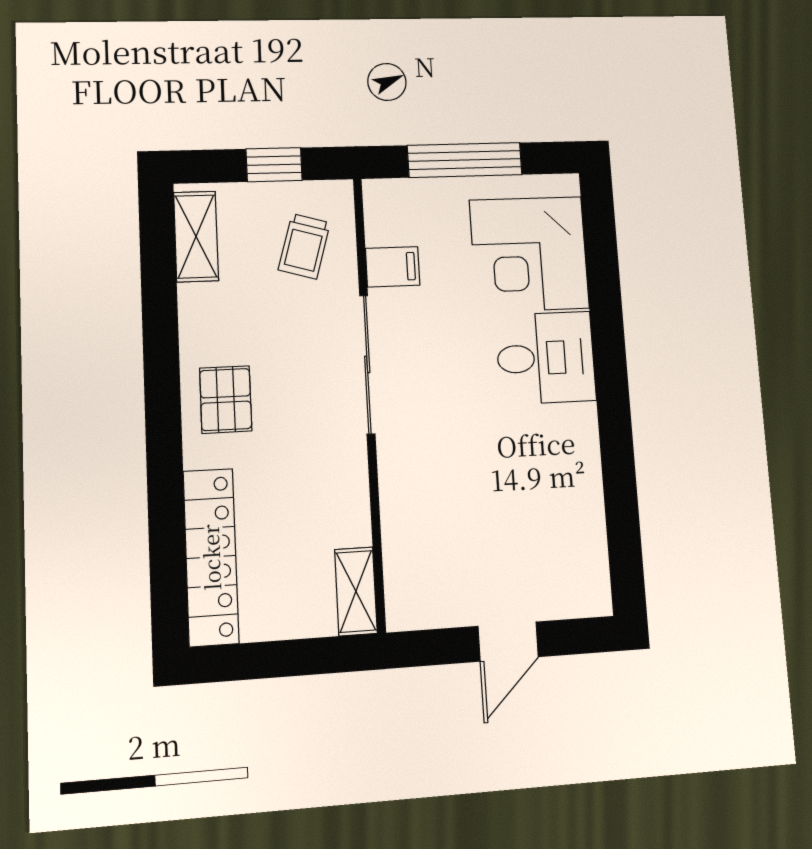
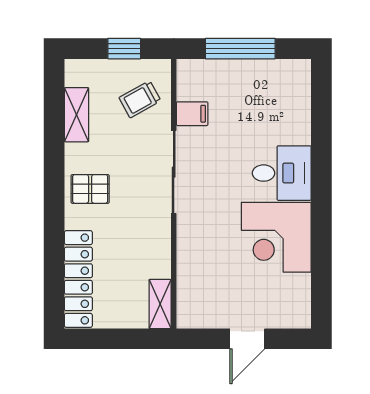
shelving: (196, 236) -> (76, 115), moved
trolley: (304, 246) -> (140, 99), turned 45
corner desk: (529, 254) -> (276, 237), moved
pallet: (226, 400) -> (90, 189), turned 90

